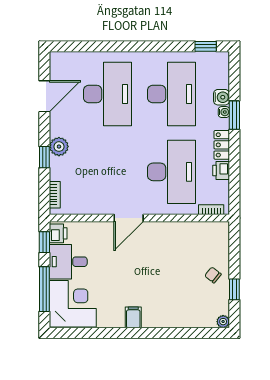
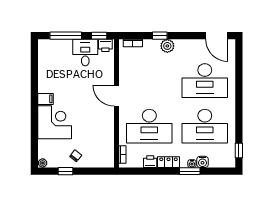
door: (44, 96) -> (217, 36), moved
corner desk: (73, 304) -> (55, 122), moved, turned -90

